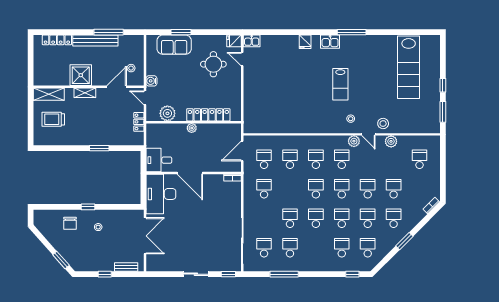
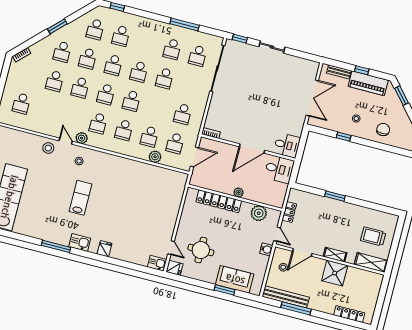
bench: (95, 40) -> (286, 297), moved
trolley: (53, 119) -> (373, 236), turned 180
plant: (391, 141) -> (155, 157), moved
door: (190, 173) -> (252, 148), swing flipped
desk: (161, 194) -> (287, 145), width x0.53, depth x0.77
window: (88, 207) -> (344, 137), moved
double door: (145, 236) -> (312, 98), swing flipped
piano: (96, 263) -> (368, 83), added

